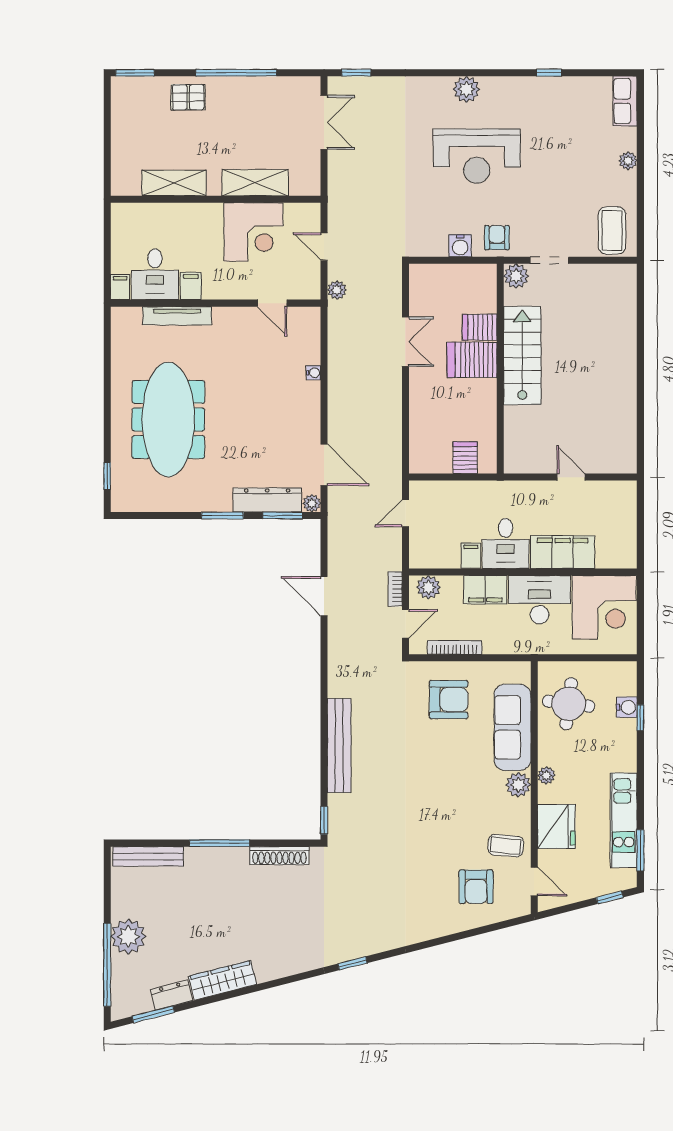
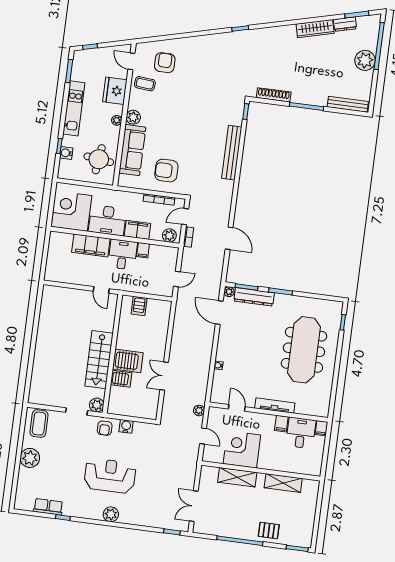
row of seats: (625, 101) -> (48, 507), moved, turned -90
plant: (628, 161) -> (30, 458), width x1.88, depth x1.88
tv unit: (177, 316) -> (275, 406), moved
door: (571, 477) -> (101, 290), moved
kitchen unit: (624, 820) -> (74, 108), moved

